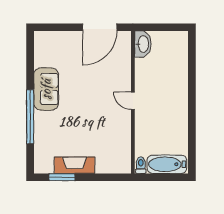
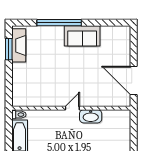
washbasin: (143, 44) -> (91, 116), moved
fireplace: (75, 165) -> (19, 45), moved

